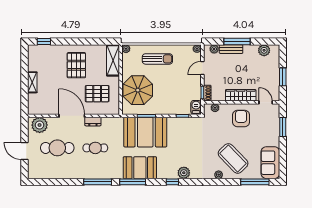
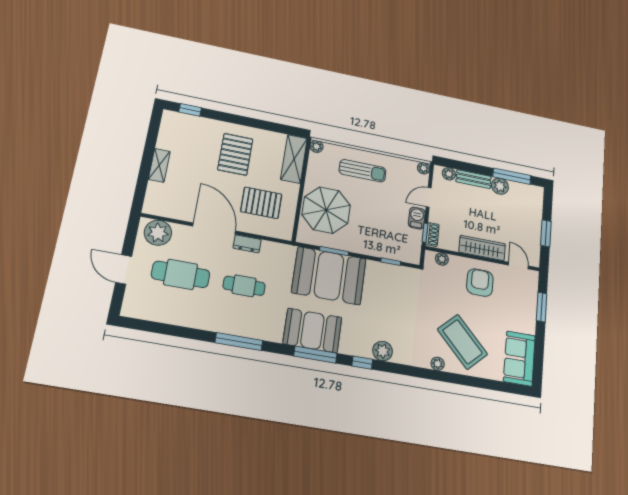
window: (237, 41) -> (512, 176), moved
plant: (264, 50) -> (500, 186), moved
barbecue: (196, 107) -> (417, 218), moved
window: (133, 182) -> (315, 355), moved
window: (255, 182) -> (493, 385), removed

